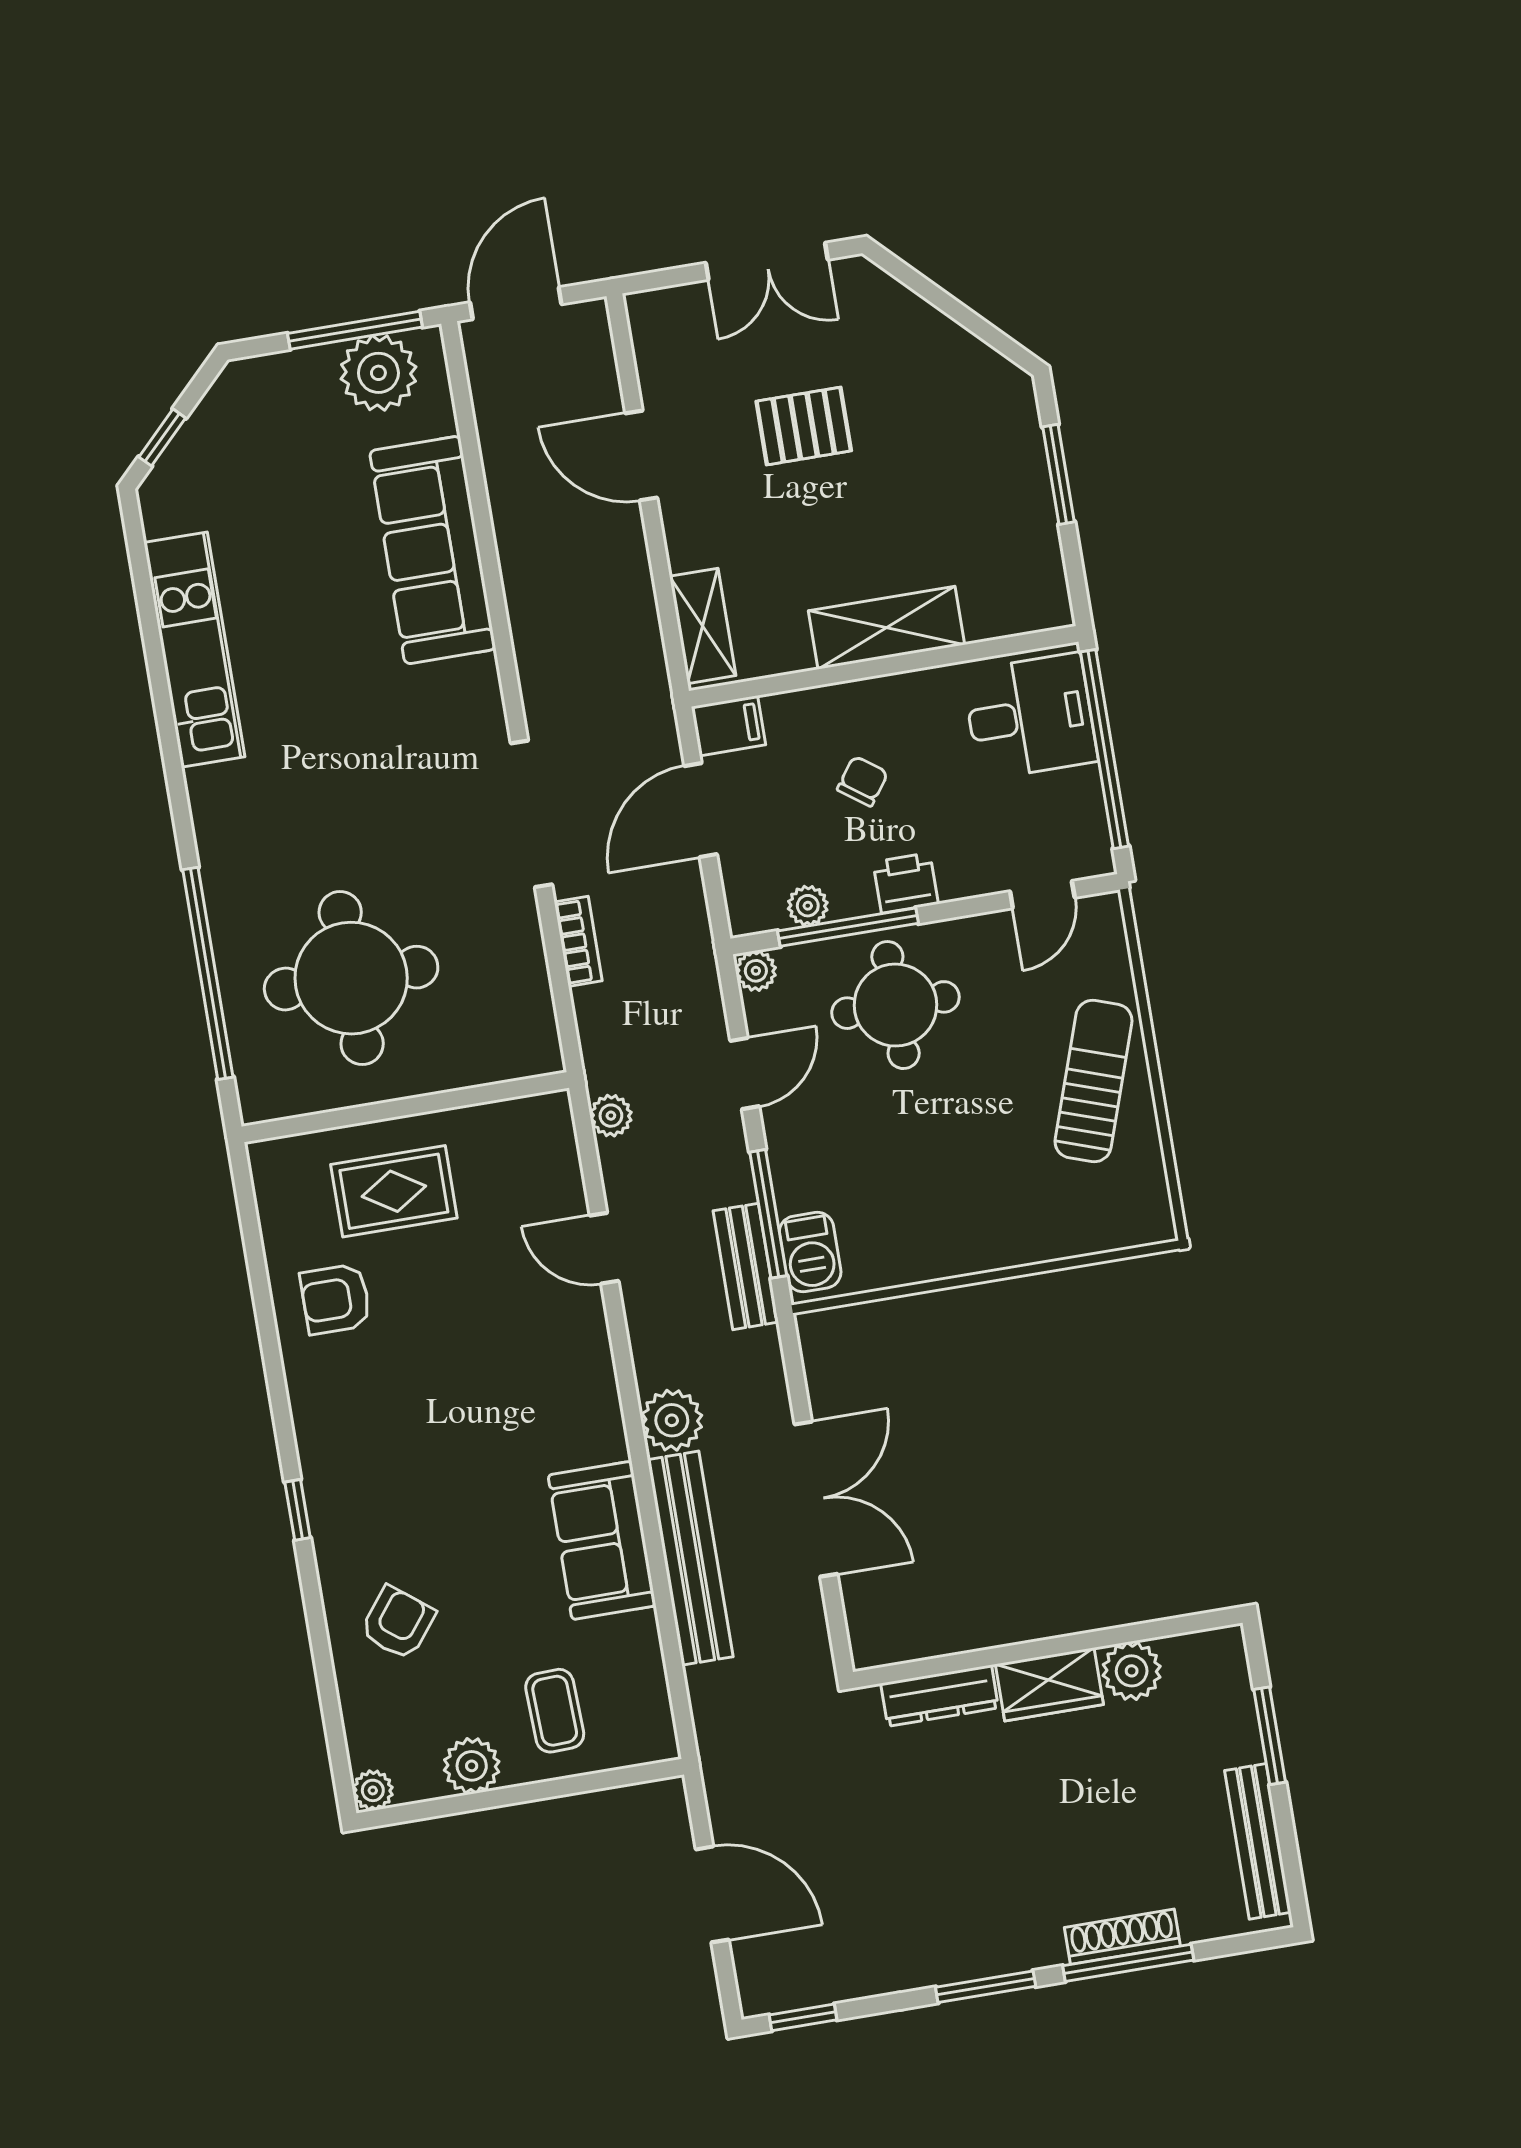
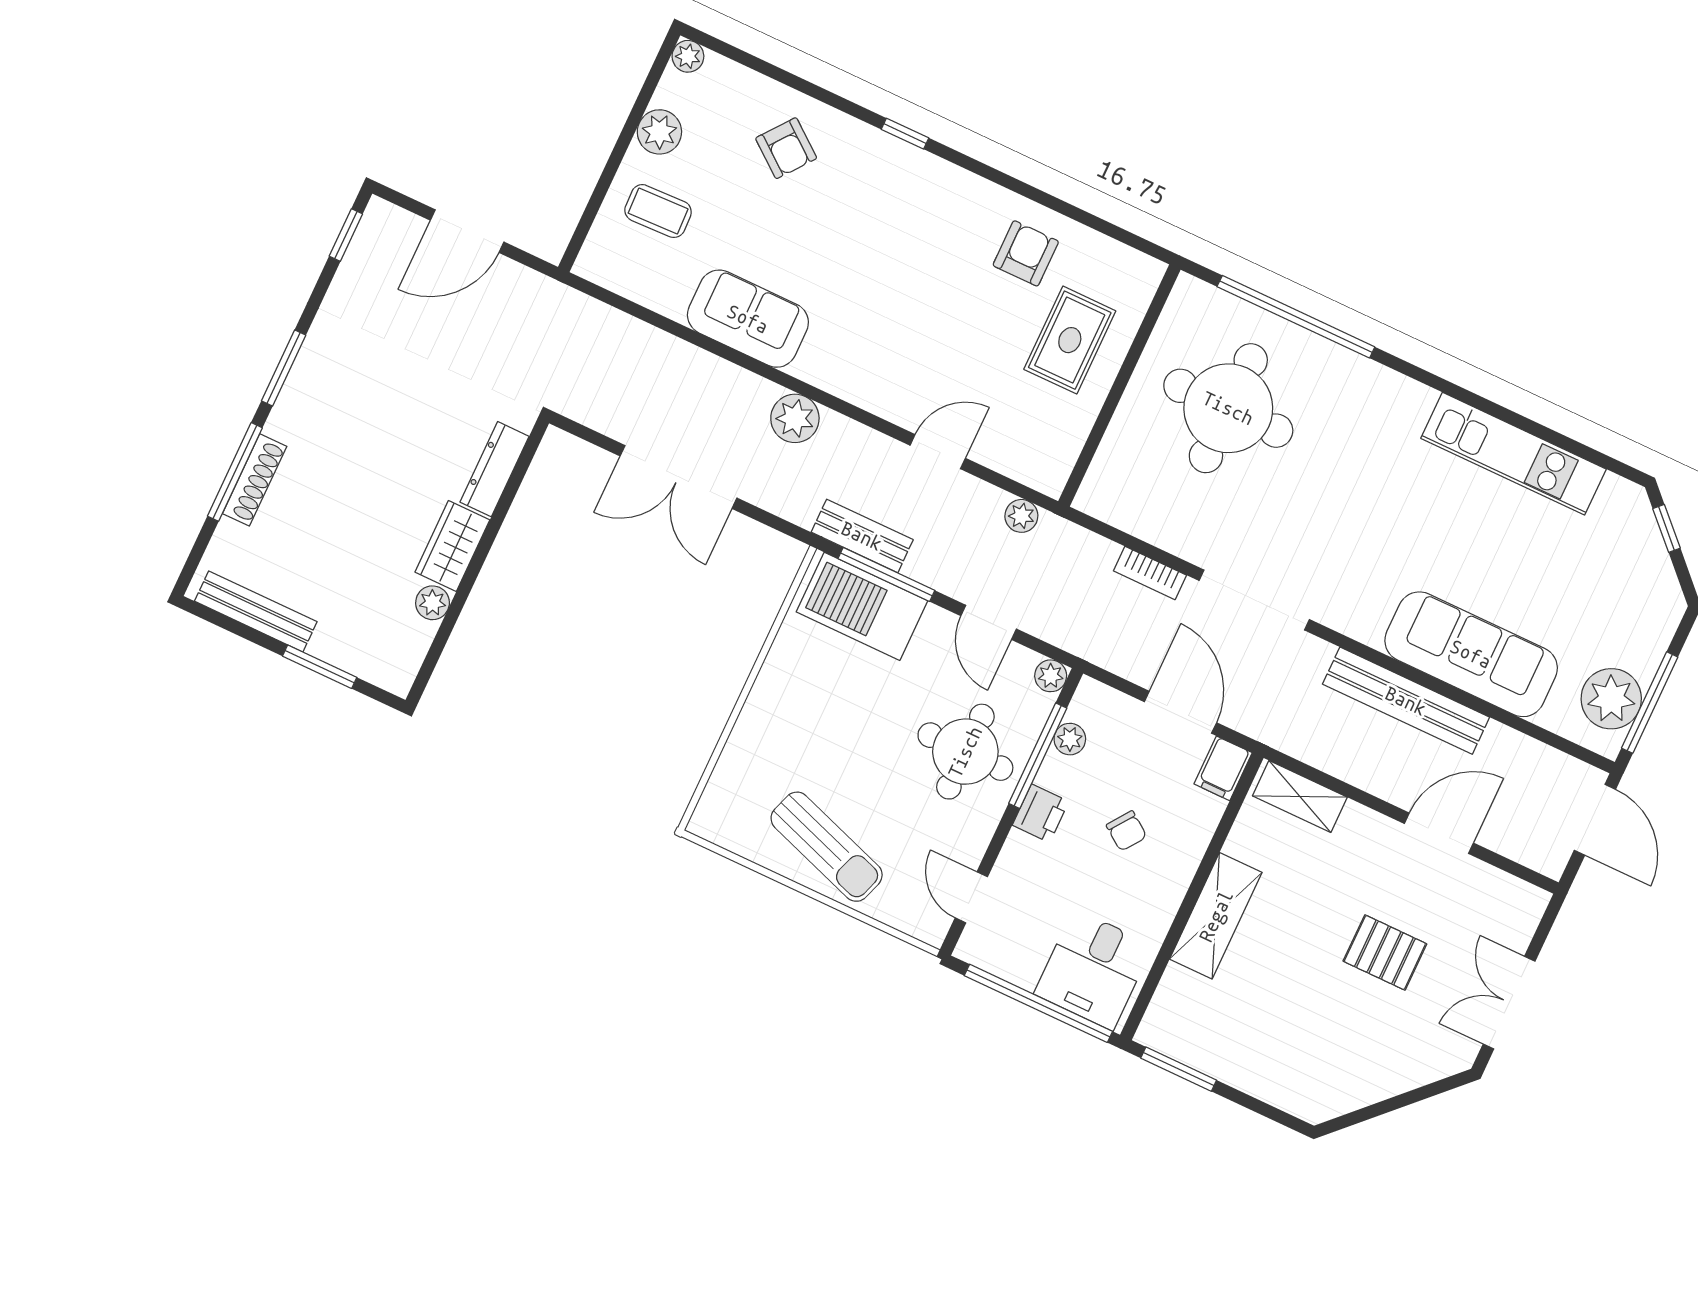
pallet: (804, 426) -> (1385, 953), turned 90
window: (1058, 474) -> (1179, 1069), moved
barbecue: (810, 1252) -> (862, 606), width x1.88, depth x1.53
bench: (690, 1558) -> (1406, 701), moved
plant: (1132, 1671) -> (433, 603), width x0.73, depth x0.73

